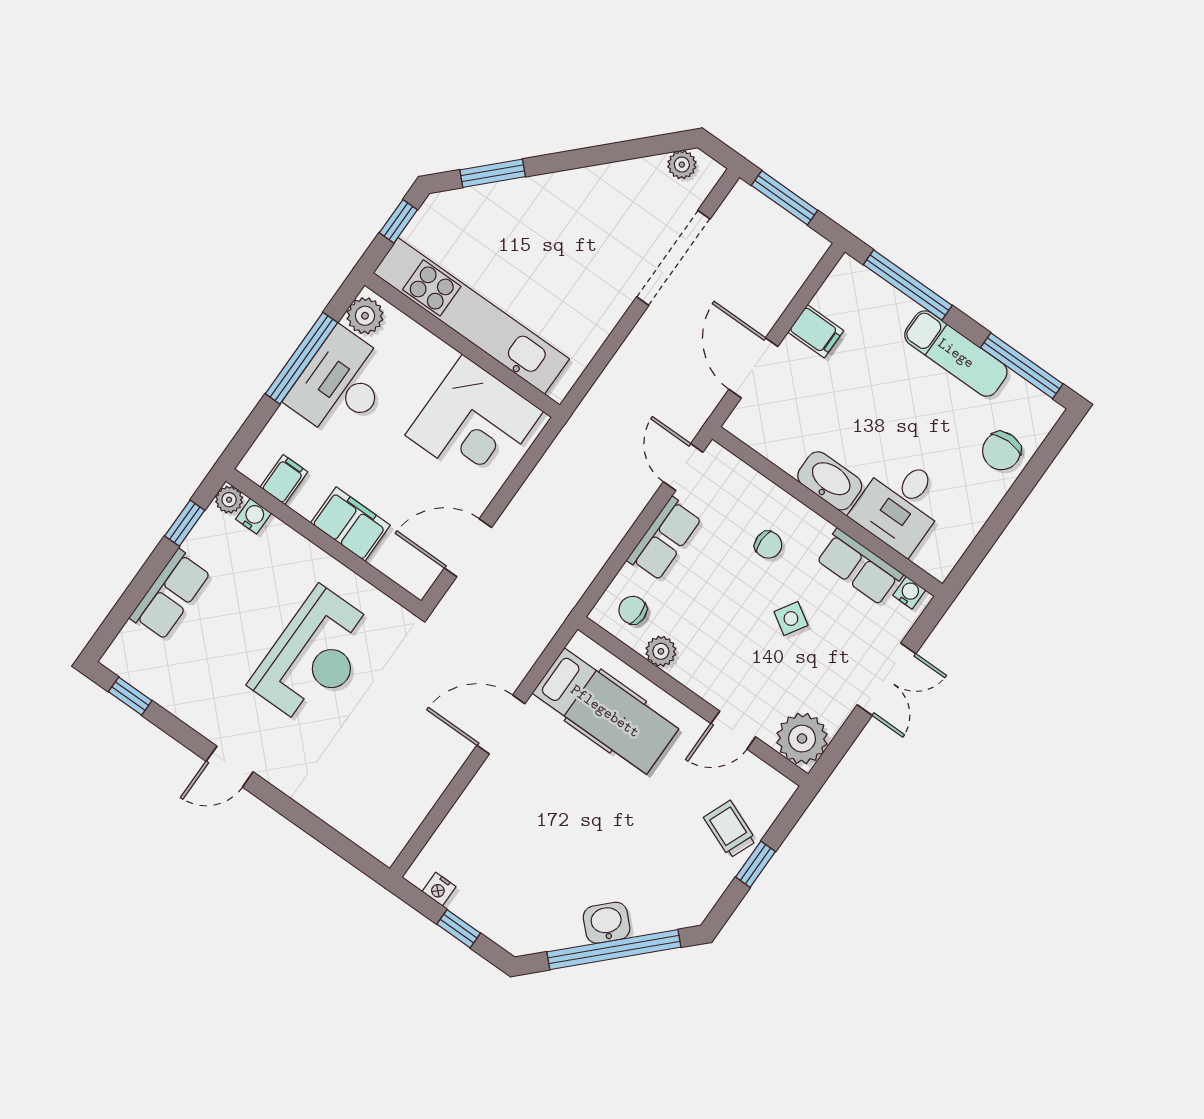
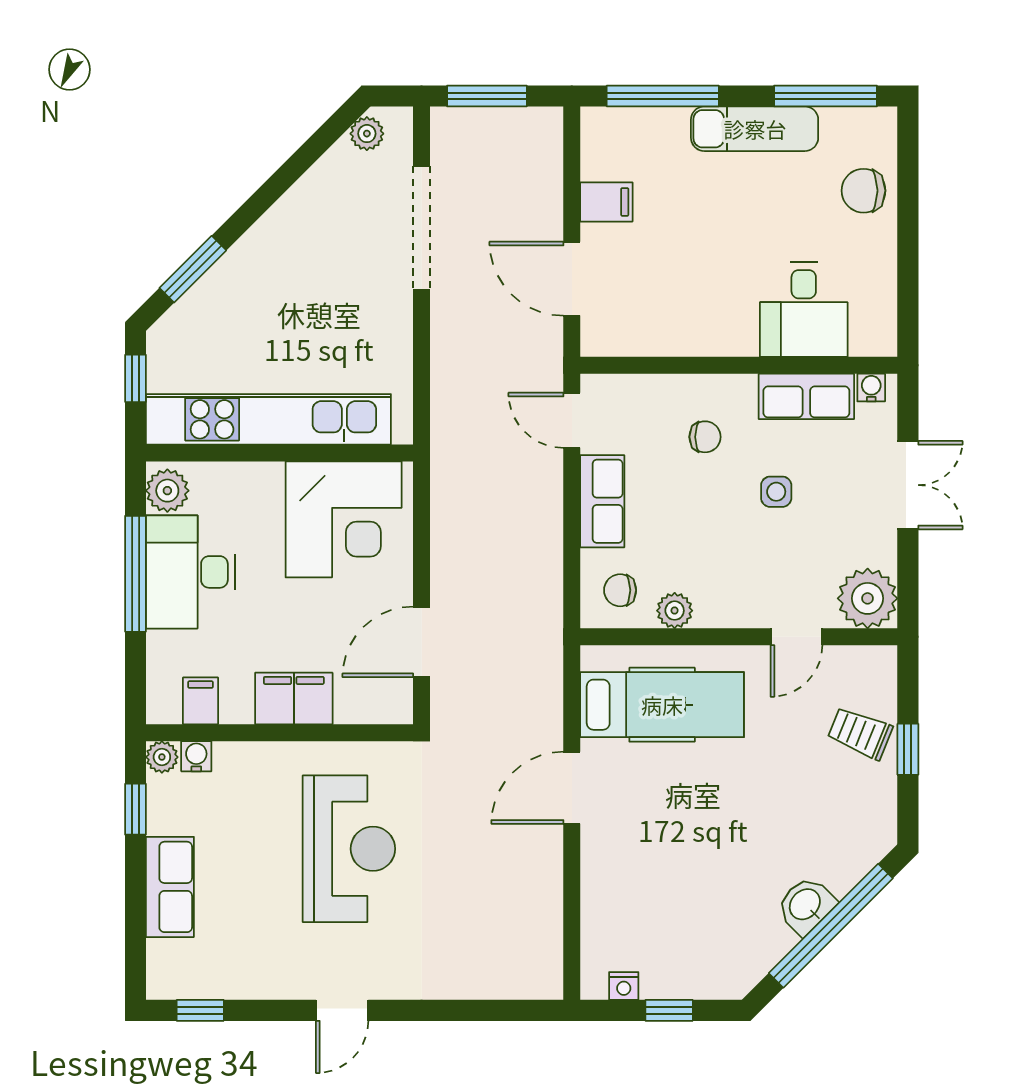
chair: (1001, 451) -> (863, 191), turned 90
washbasin: (830, 481) -> (720, 335), removed
side table: (791, 619) -> (776, 492), turned -32

